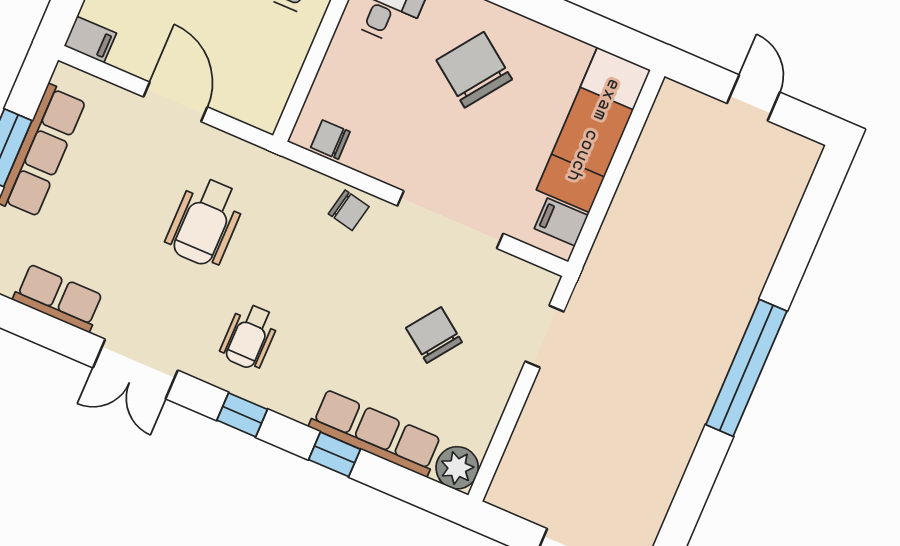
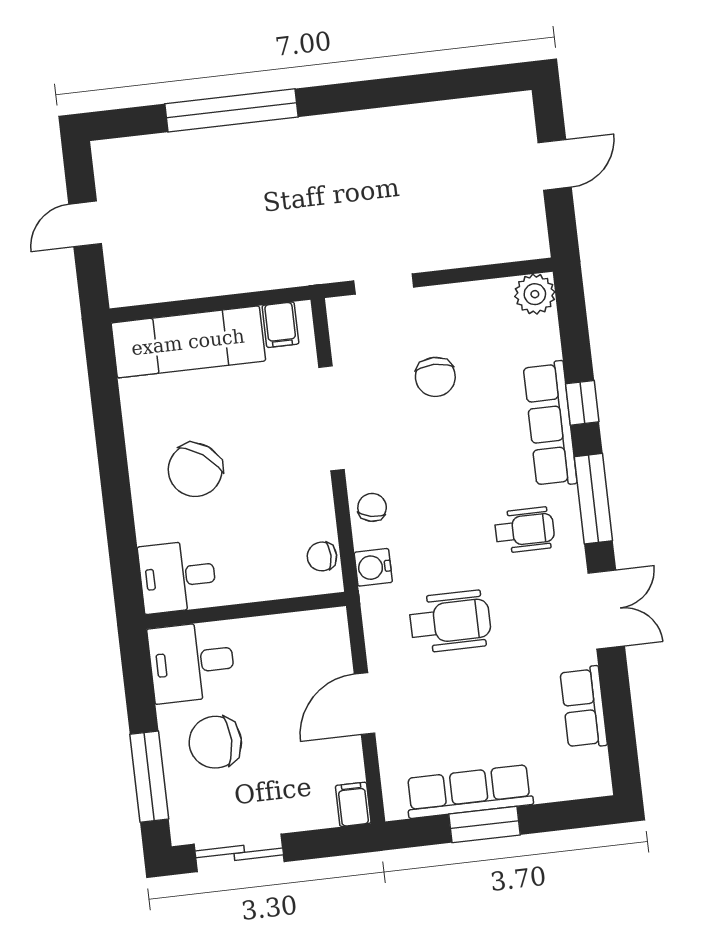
chair: (330, 140) -> (322, 556), turned 90
water cooler: (294, 180) -> (373, 567), added
chair: (434, 335) -> (435, 377), turned -36
window: (746, 368) -> (231, 110), moved
window: (242, 415) -> (593, 499), width x2.17
row of seats: (376, 433) -> (550, 424), moved

